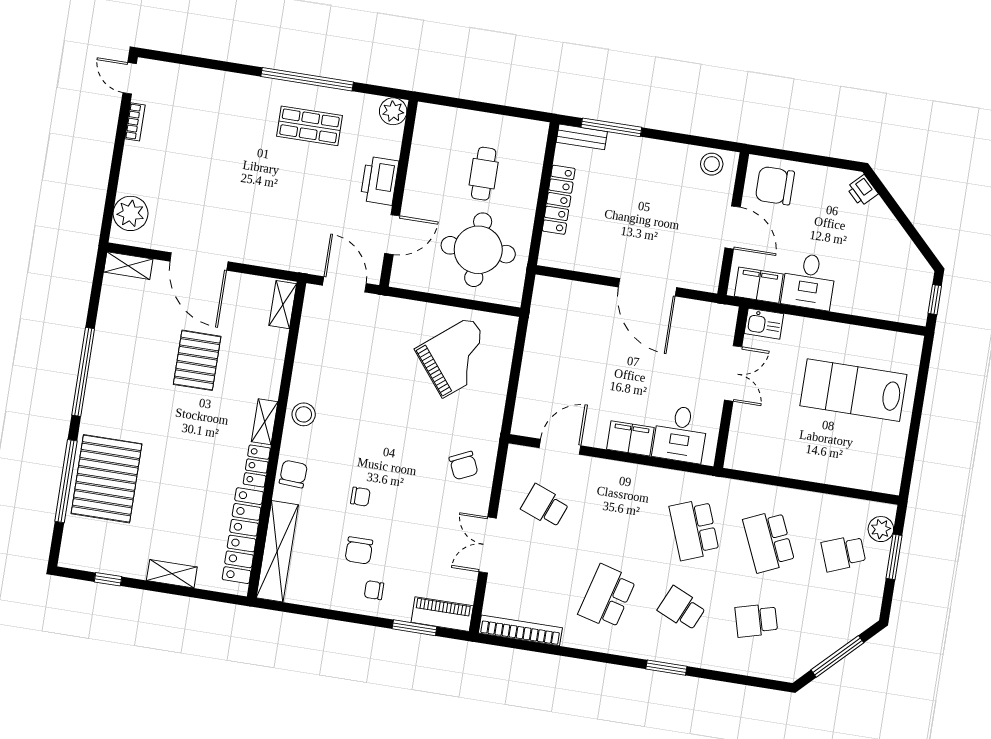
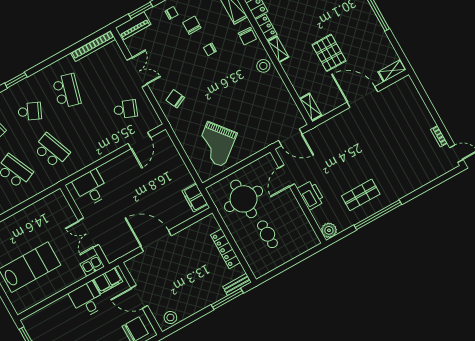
plant: (131, 213) -> (409, 94), removed
filing cabinet: (630, 438) -> (195, 198), moved, turned 90

